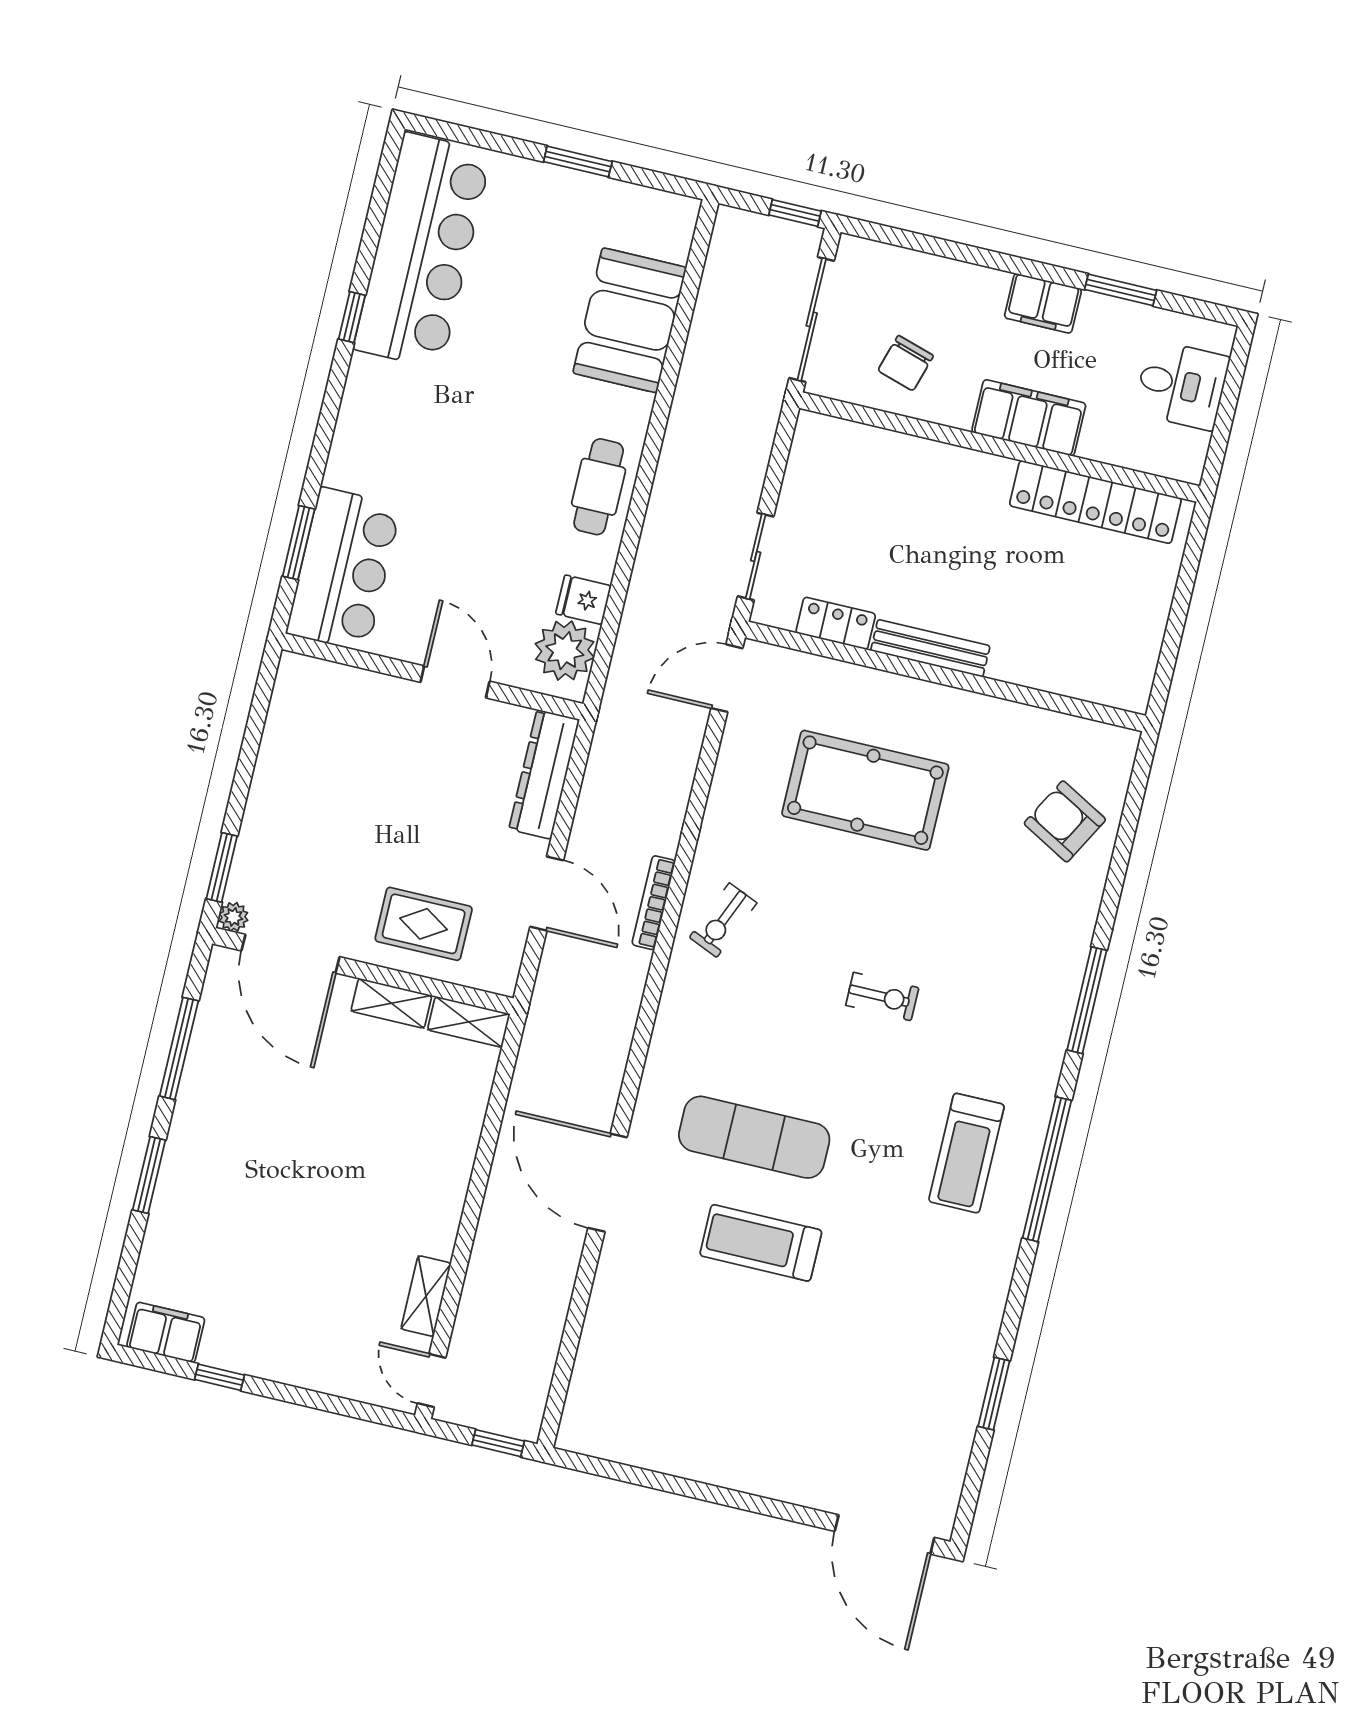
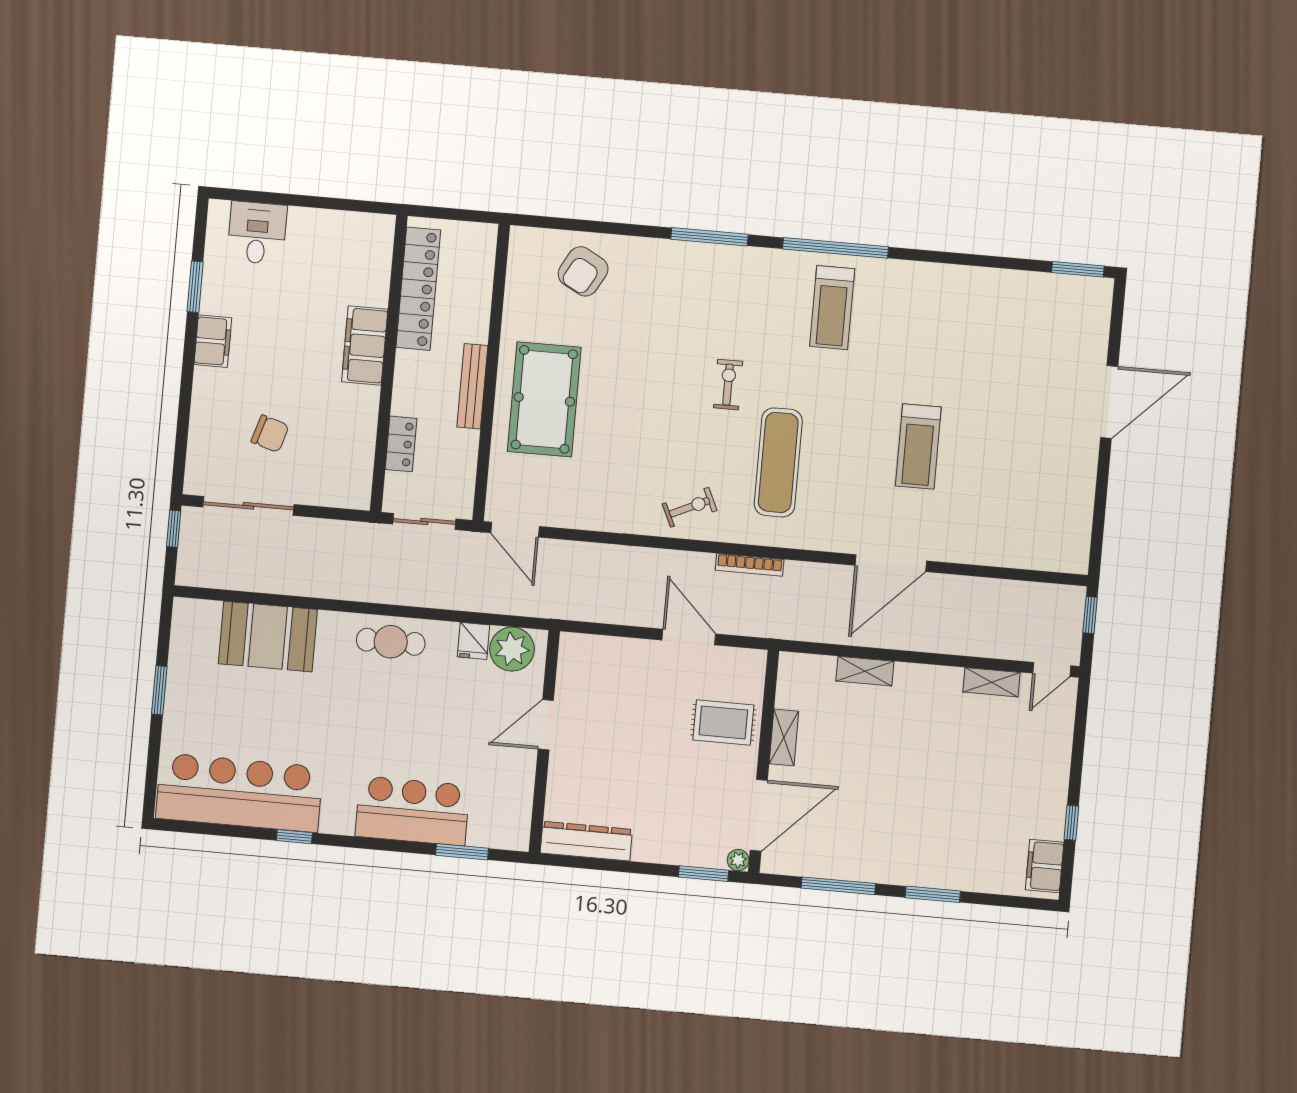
filing cabinet: (1029, 418) -> (365, 345), moved
wall: (1000, 447) -> (389, 363), moved
locker: (1095, 502) -> (418, 289), moved
bar counter: (344, 569) -> (412, 811), moved
locker: (836, 623) -> (401, 444), moved, turned 180
dresser: (544, 774) -> (586, 841), moved, turned 180
pool table: (865, 790) -> (544, 399), moved
door: (547, 894) -> (689, 637), hinge flipped
bookcase: (654, 903) -> (750, 565), moved
exercise bike: (723, 920) -> (690, 507), turned -48
rug: (424, 924) -> (723, 722), turned 90
shelving: (469, 1022) -> (865, 671), moved, turned 90
exercise mat: (754, 1137) -> (778, 462), moved
treadmill: (966, 1153) -> (832, 308), turned 90
window: (994, 1394) -> (1078, 269), moved
door: (885, 1534) -> (1109, 402), moved

